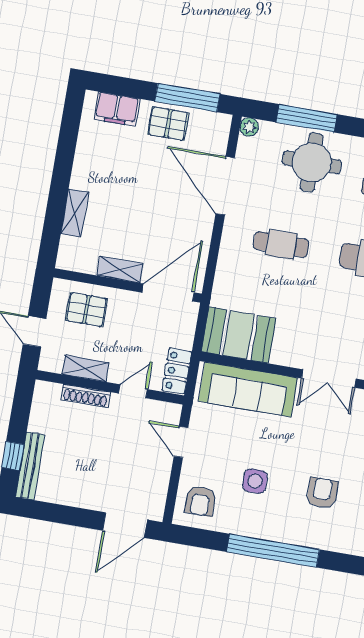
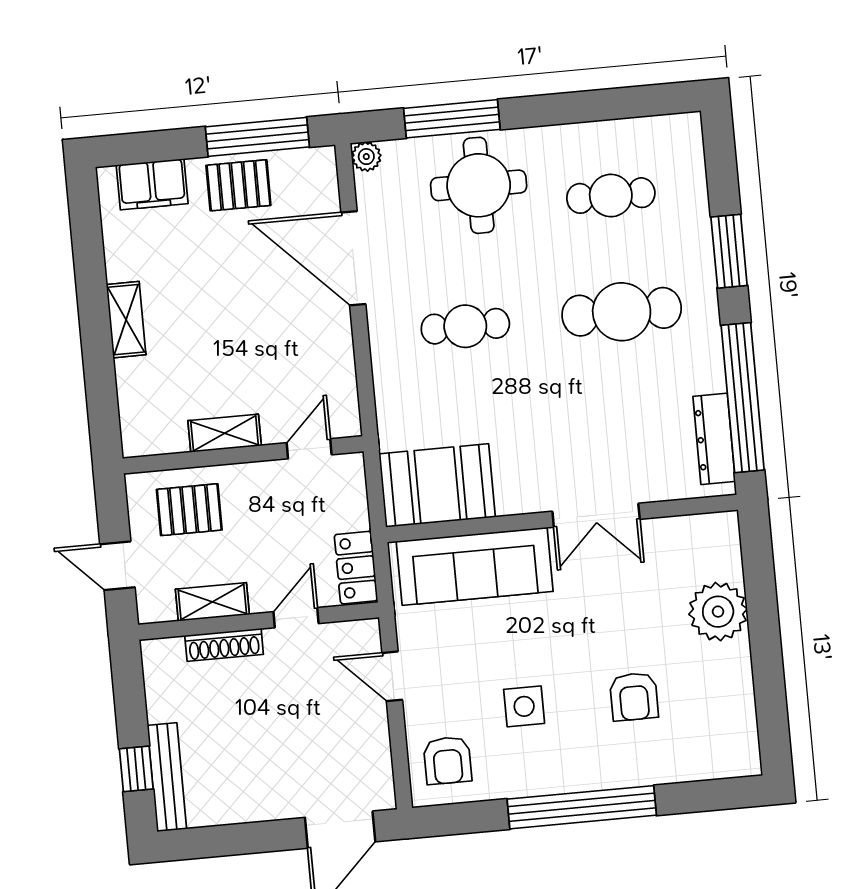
shelving: (75, 213) -> (126, 320), moved
door: (168, 292) -> (309, 449), width x0.53
armchair: (322, 493) -> (634, 697), turned 180

